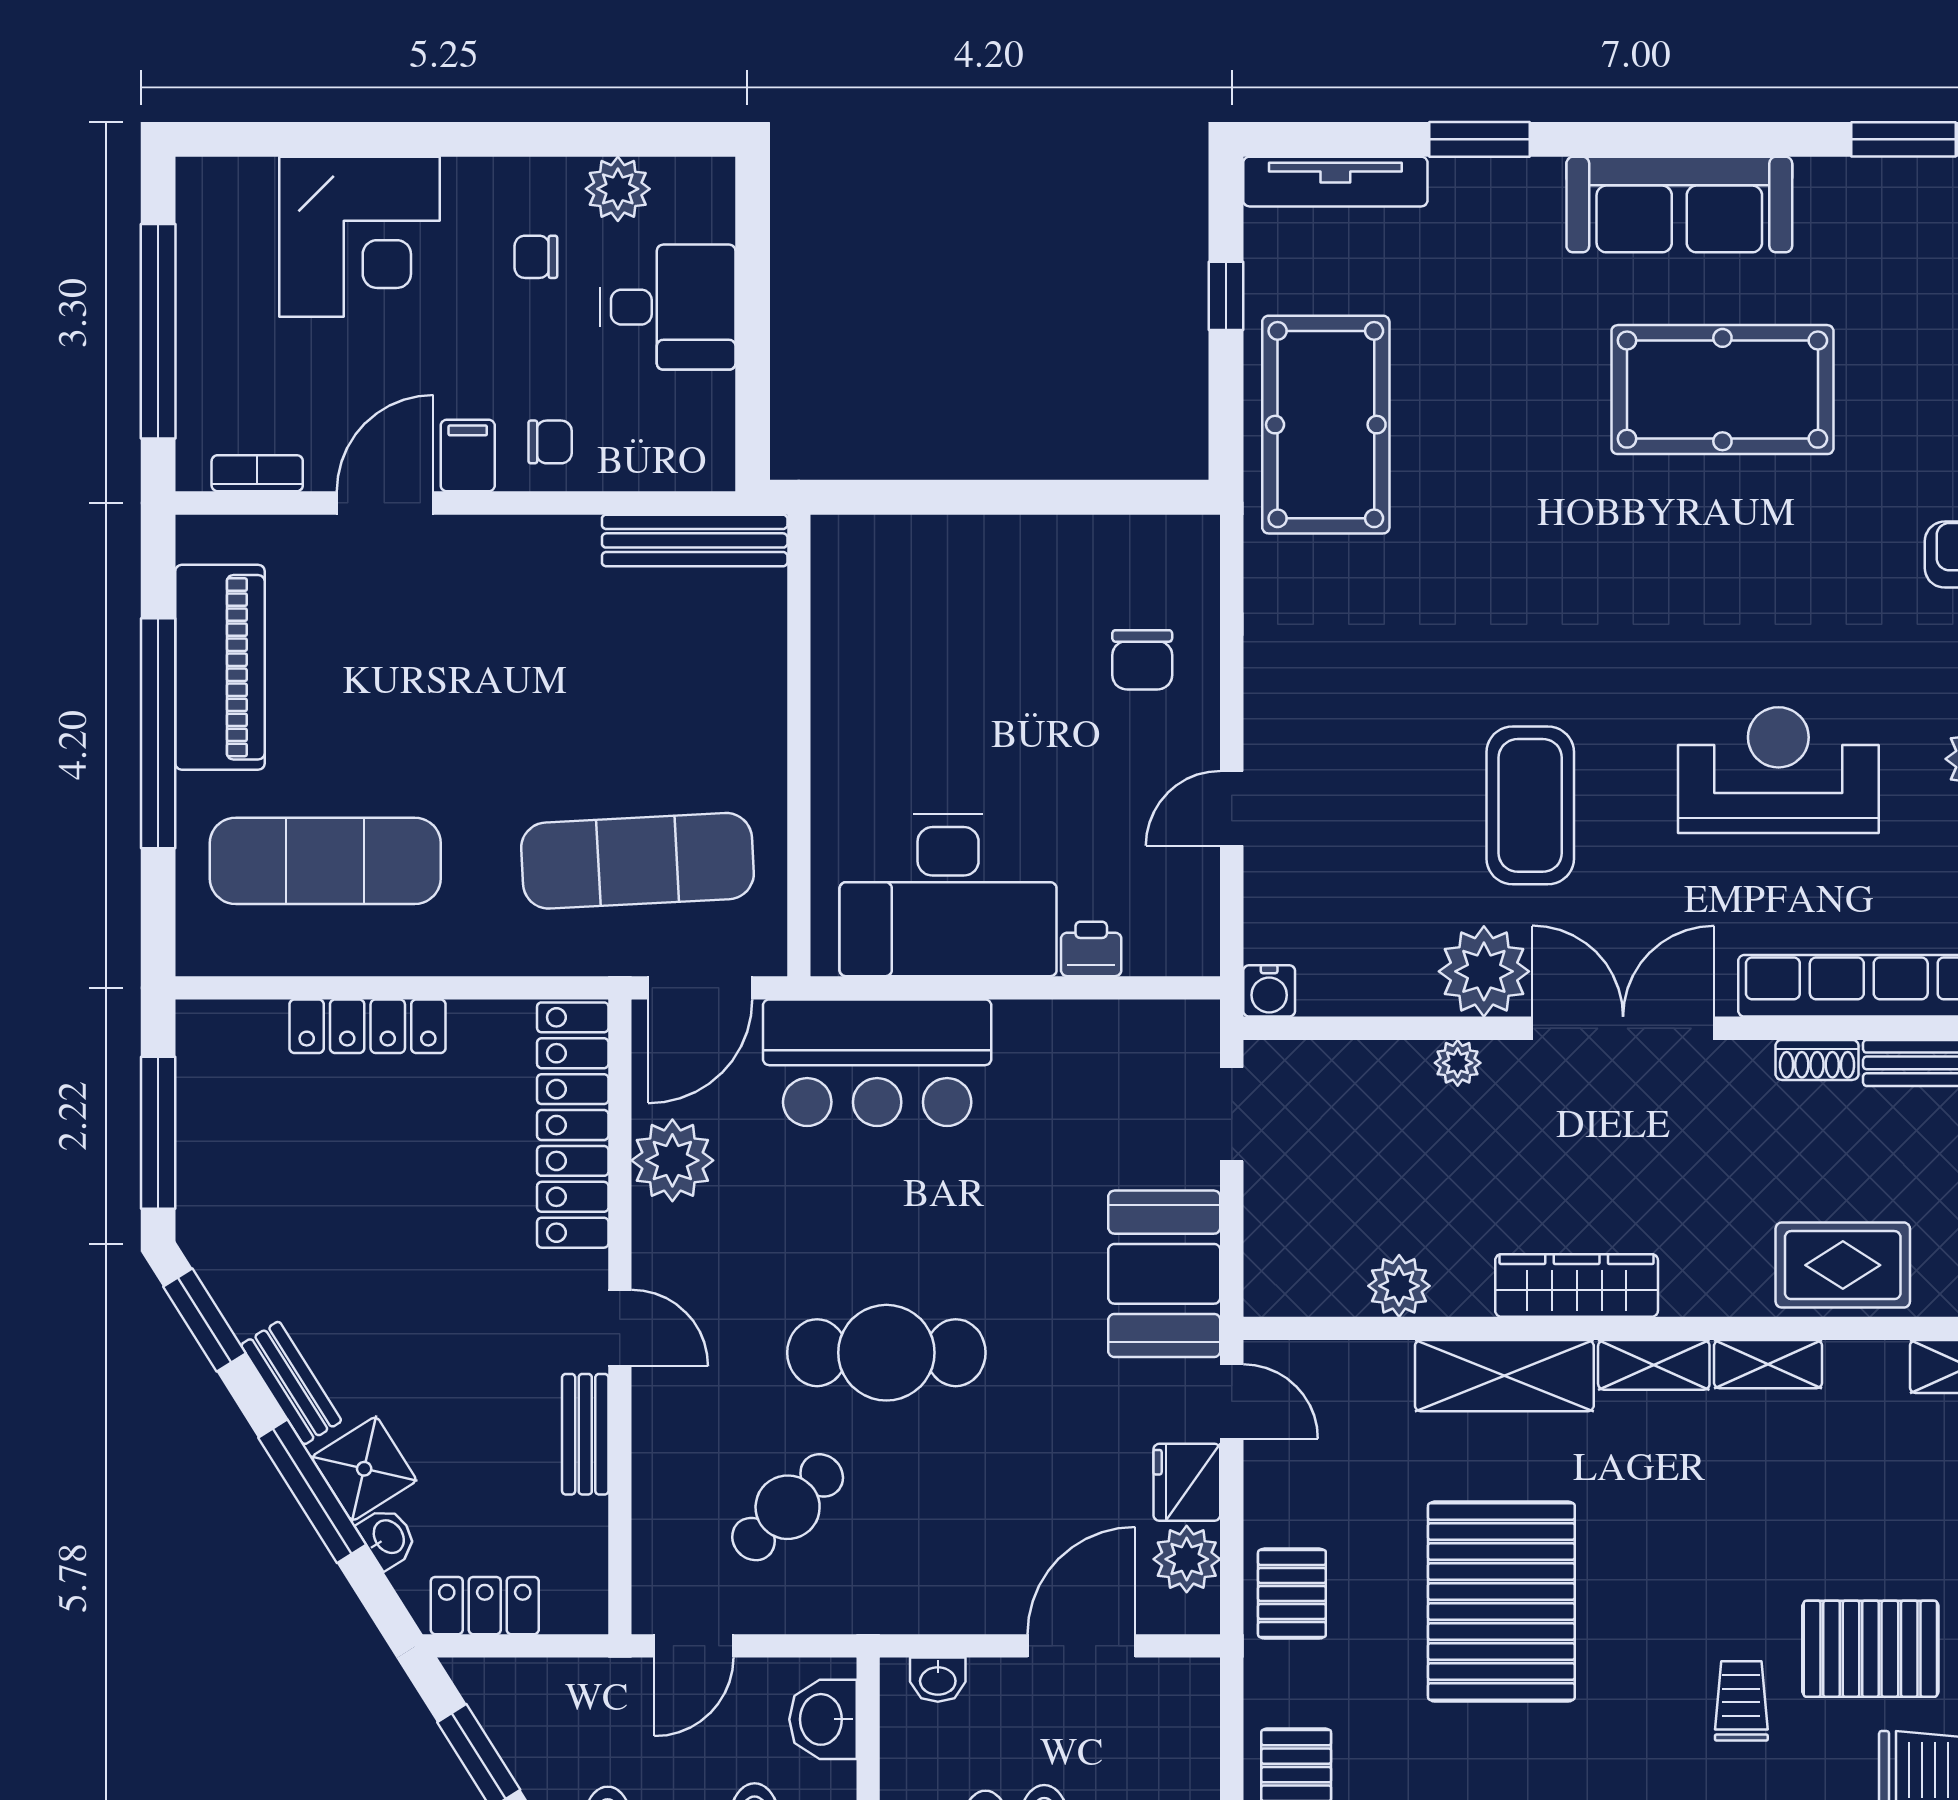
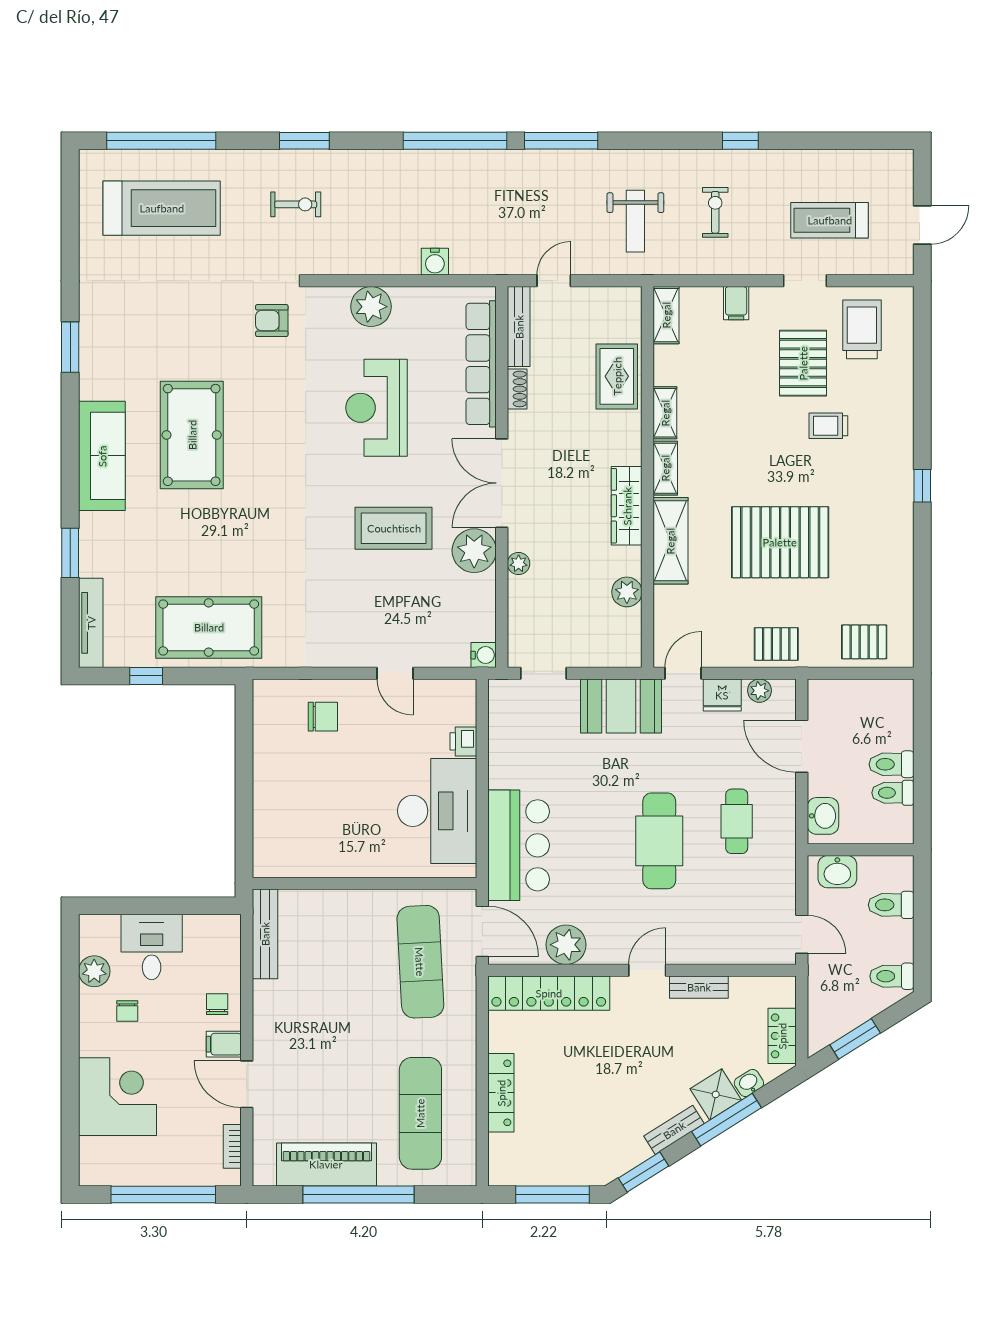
cafe table: (788, 1507) -> (737, 821), moved, turned 43
plant: (1187, 1559) -> (759, 691), width x0.73, depth x0.73
washbasin: (938, 1680) -> (823, 816), width x1.38, depth x1.45

